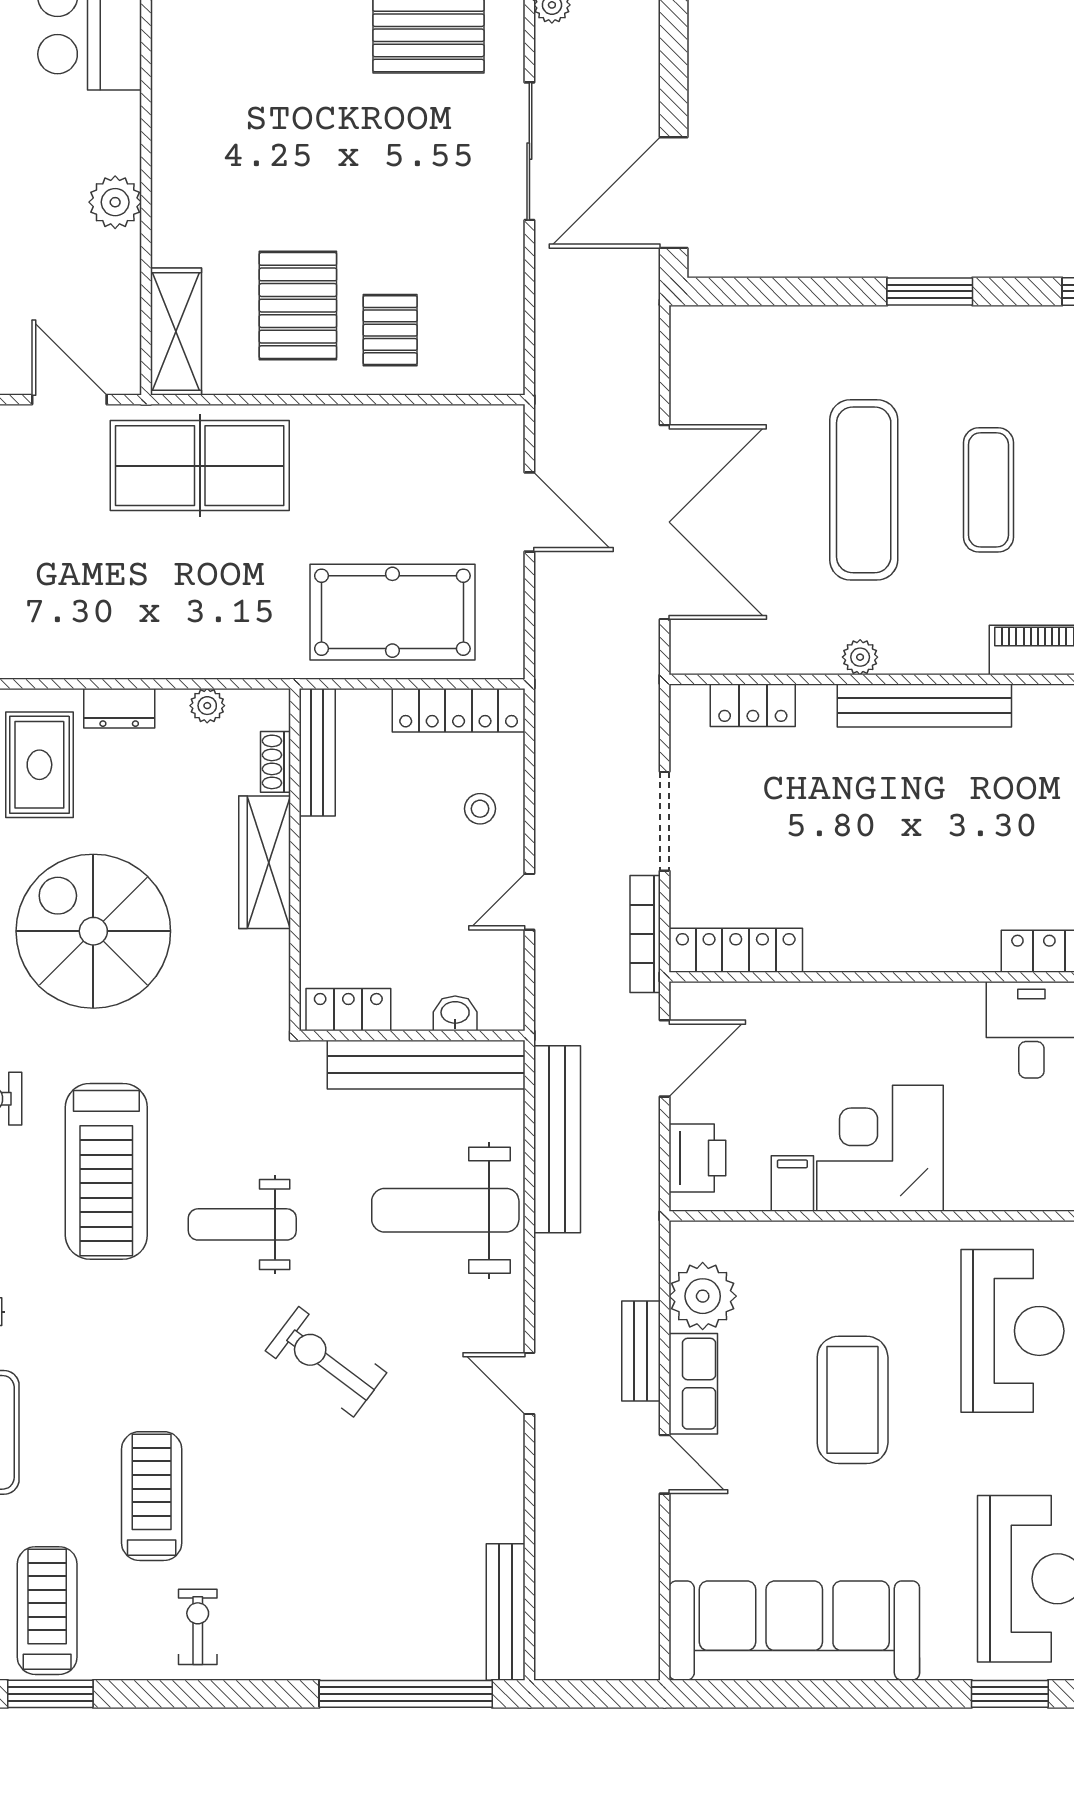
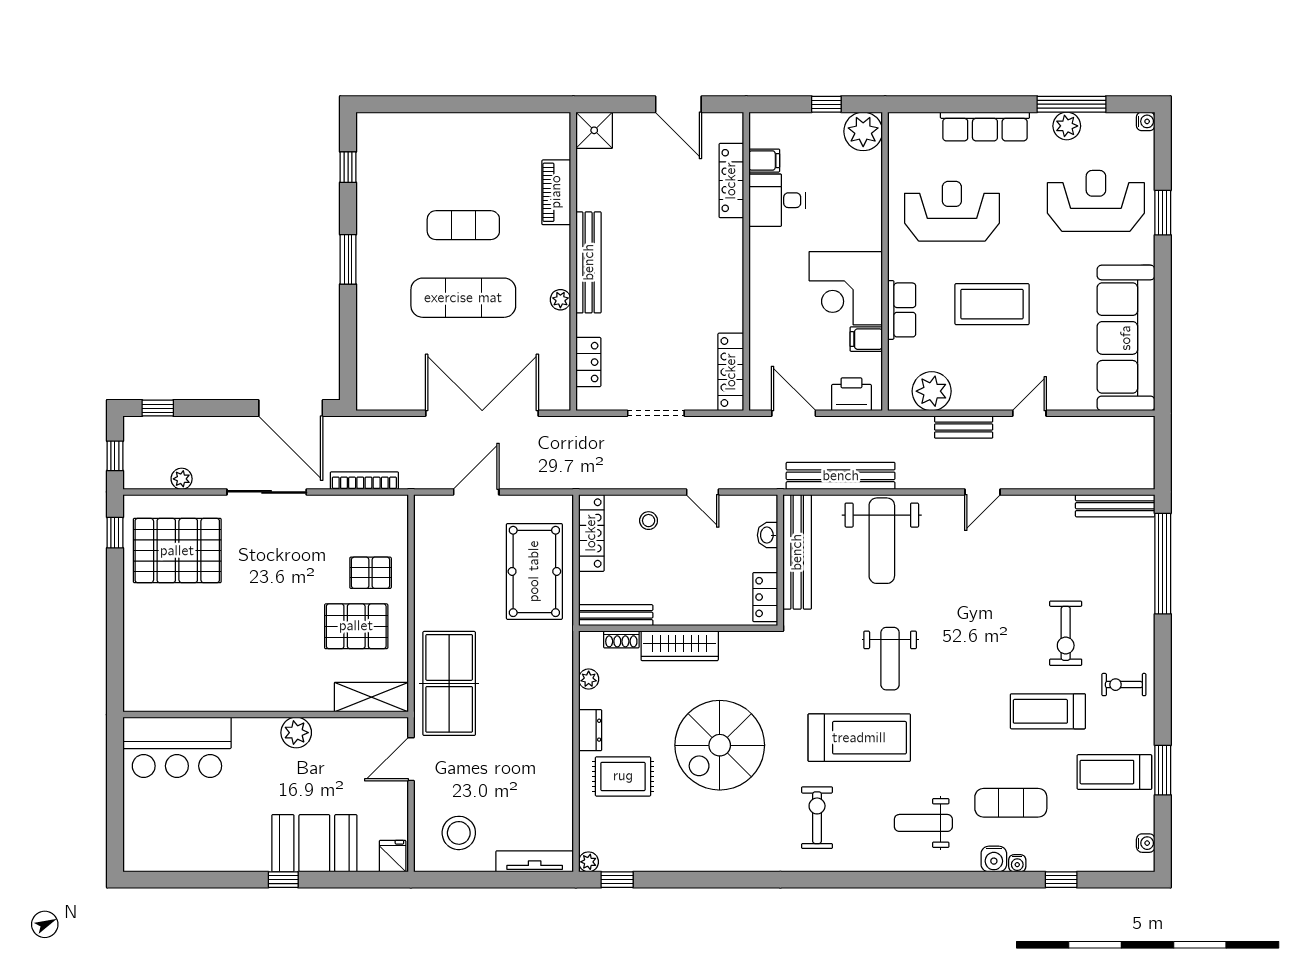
bookcase: (645, 934) -> (364, 481), moved, turned 180
exercise bike: (326, 1362) -> (1066, 633), moved, turned -37
row of seats: (693, 1384) -> (902, 310), moved, turned 90

